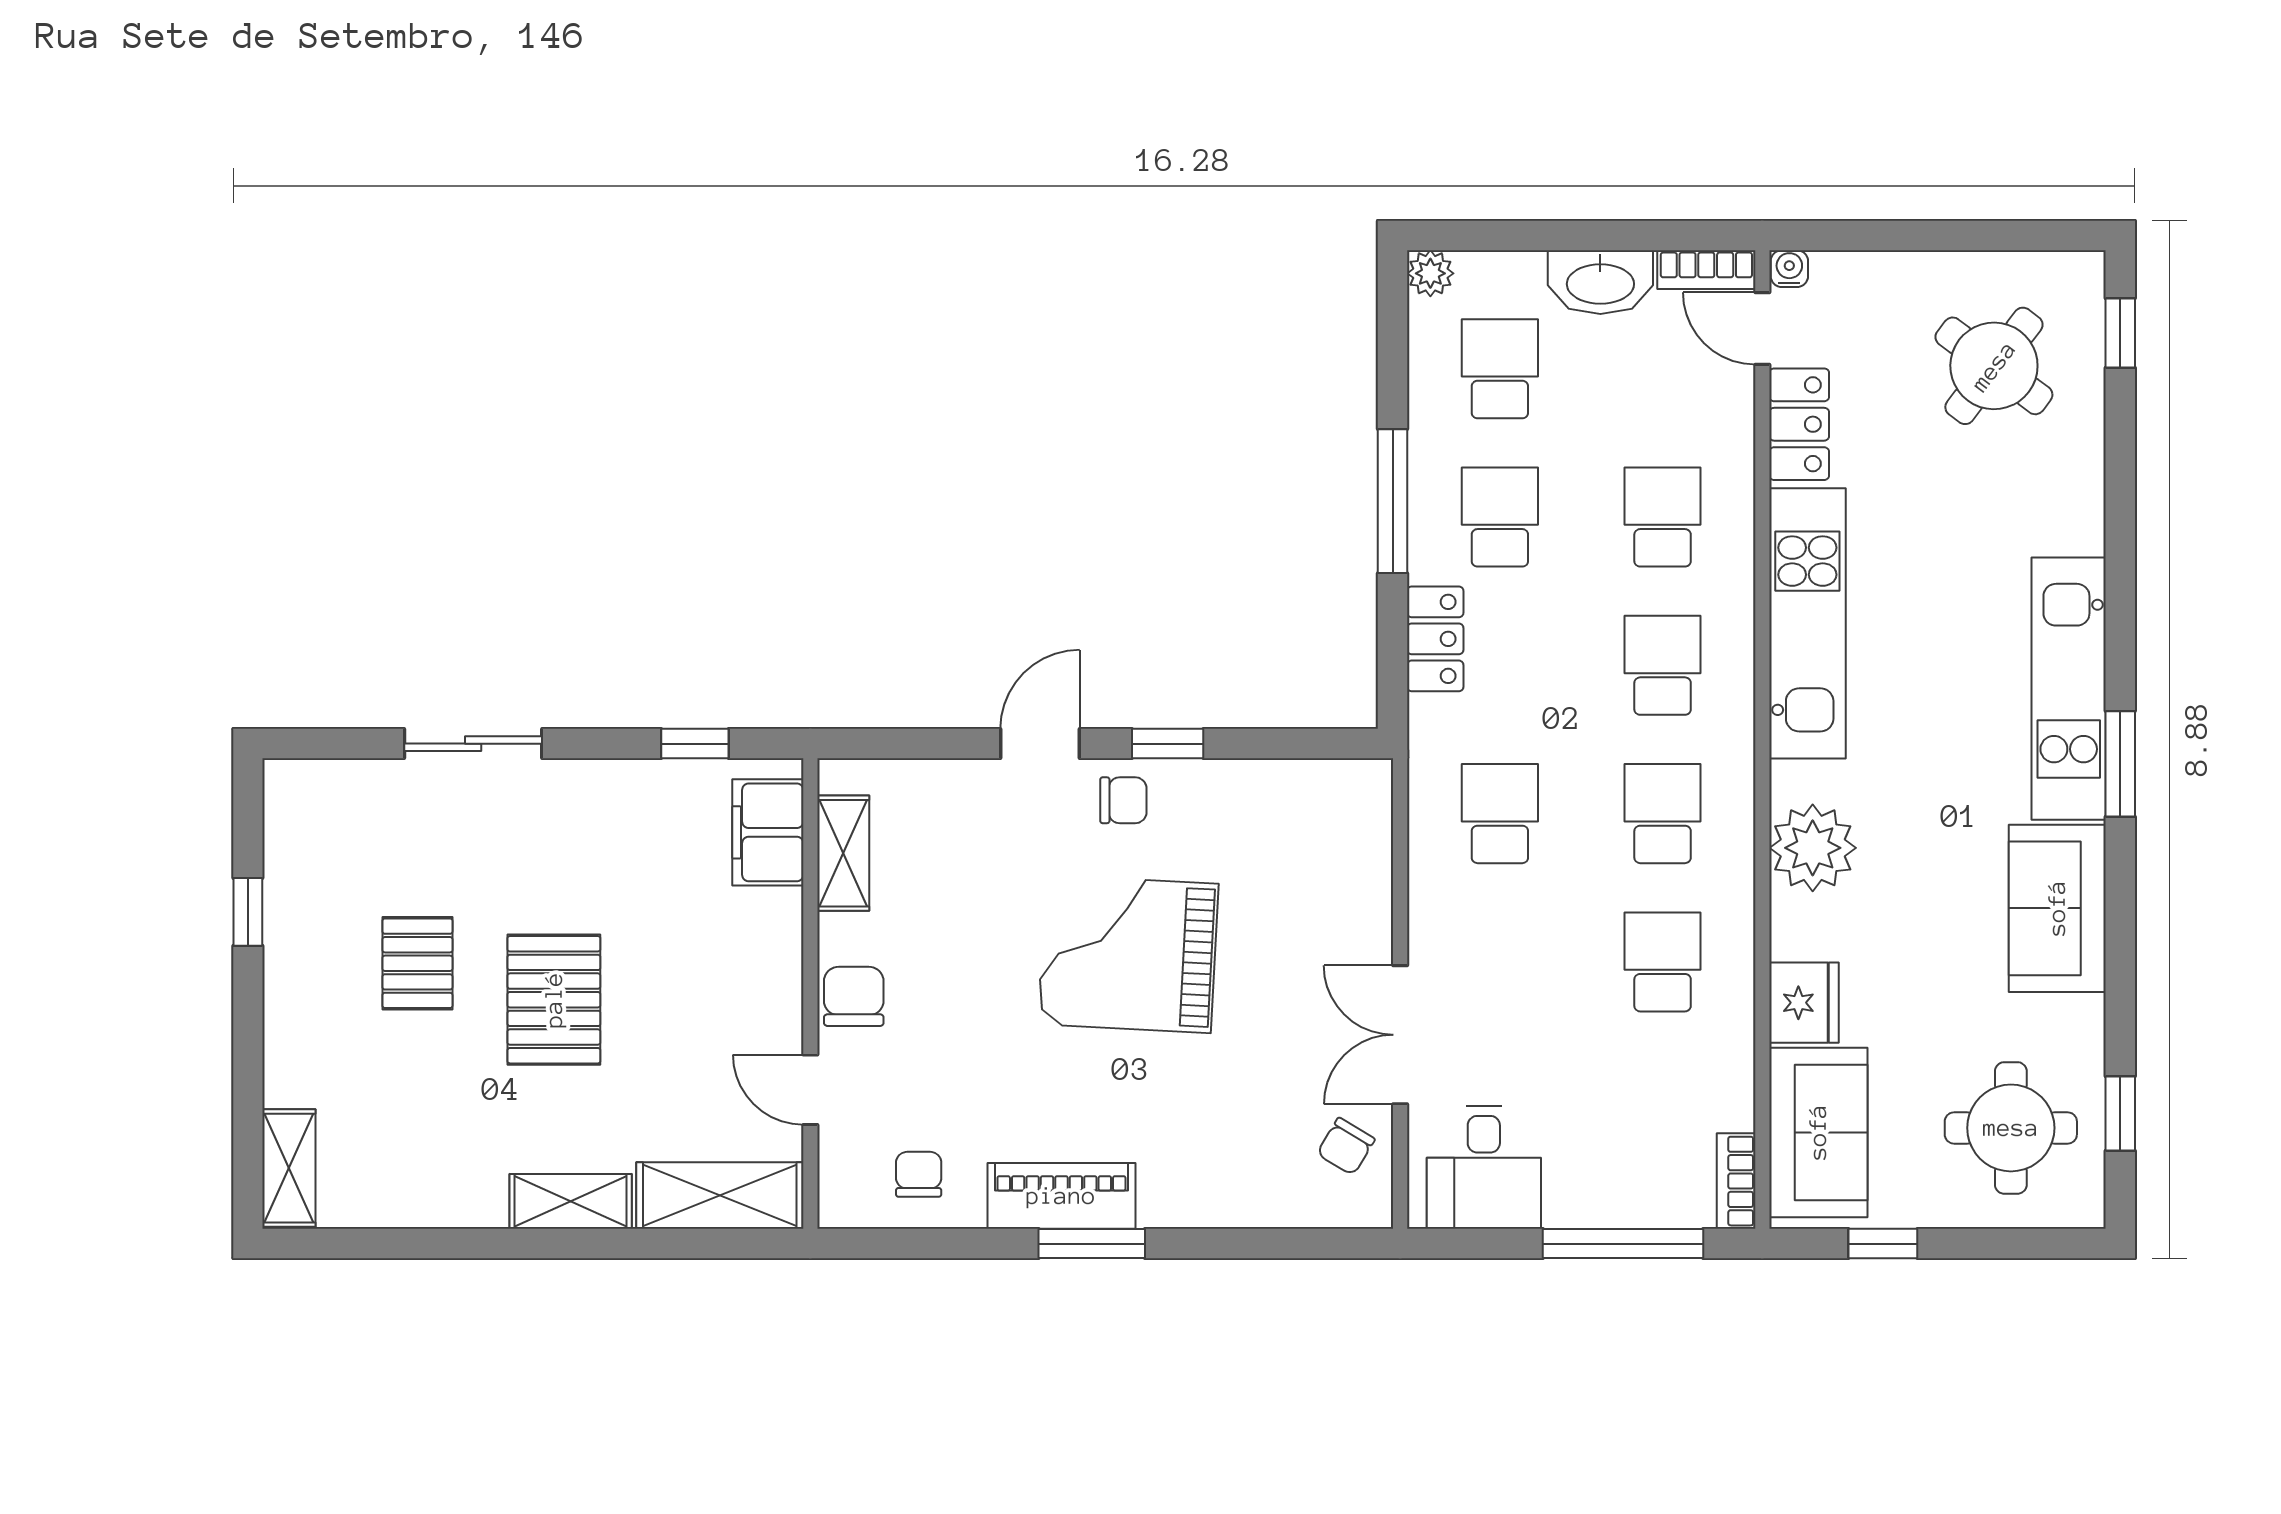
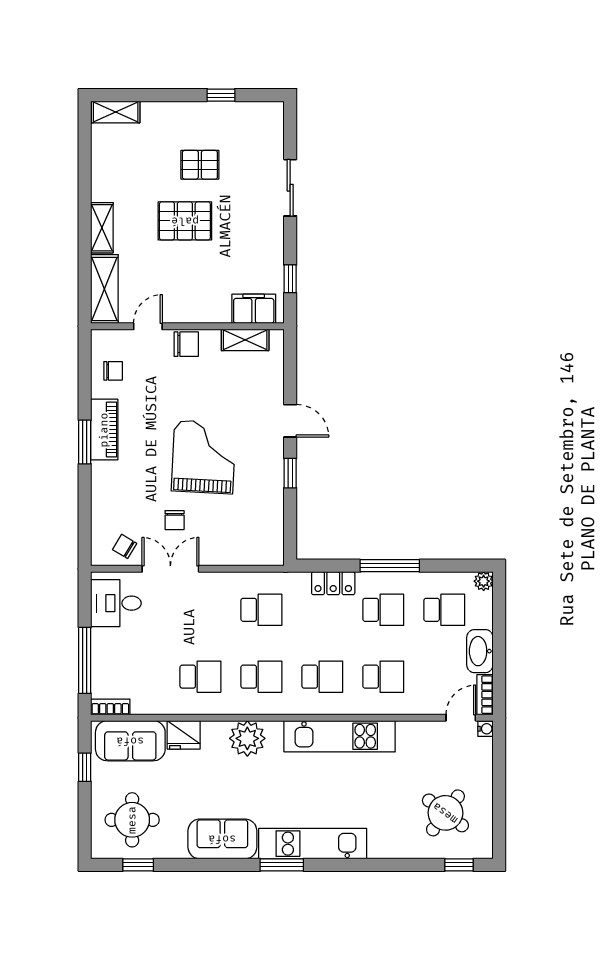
locker: (1799, 424) -> (421, 733), removed
chair: (1123, 800) -> (175, 520), moved

